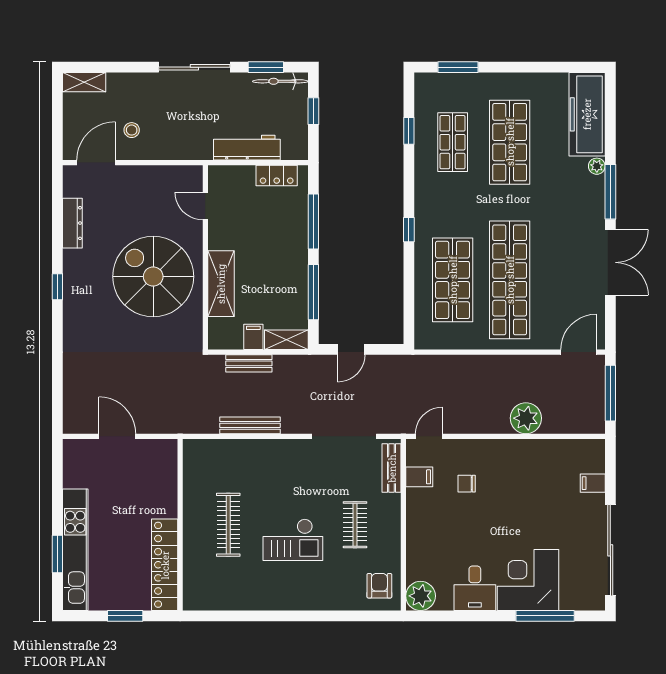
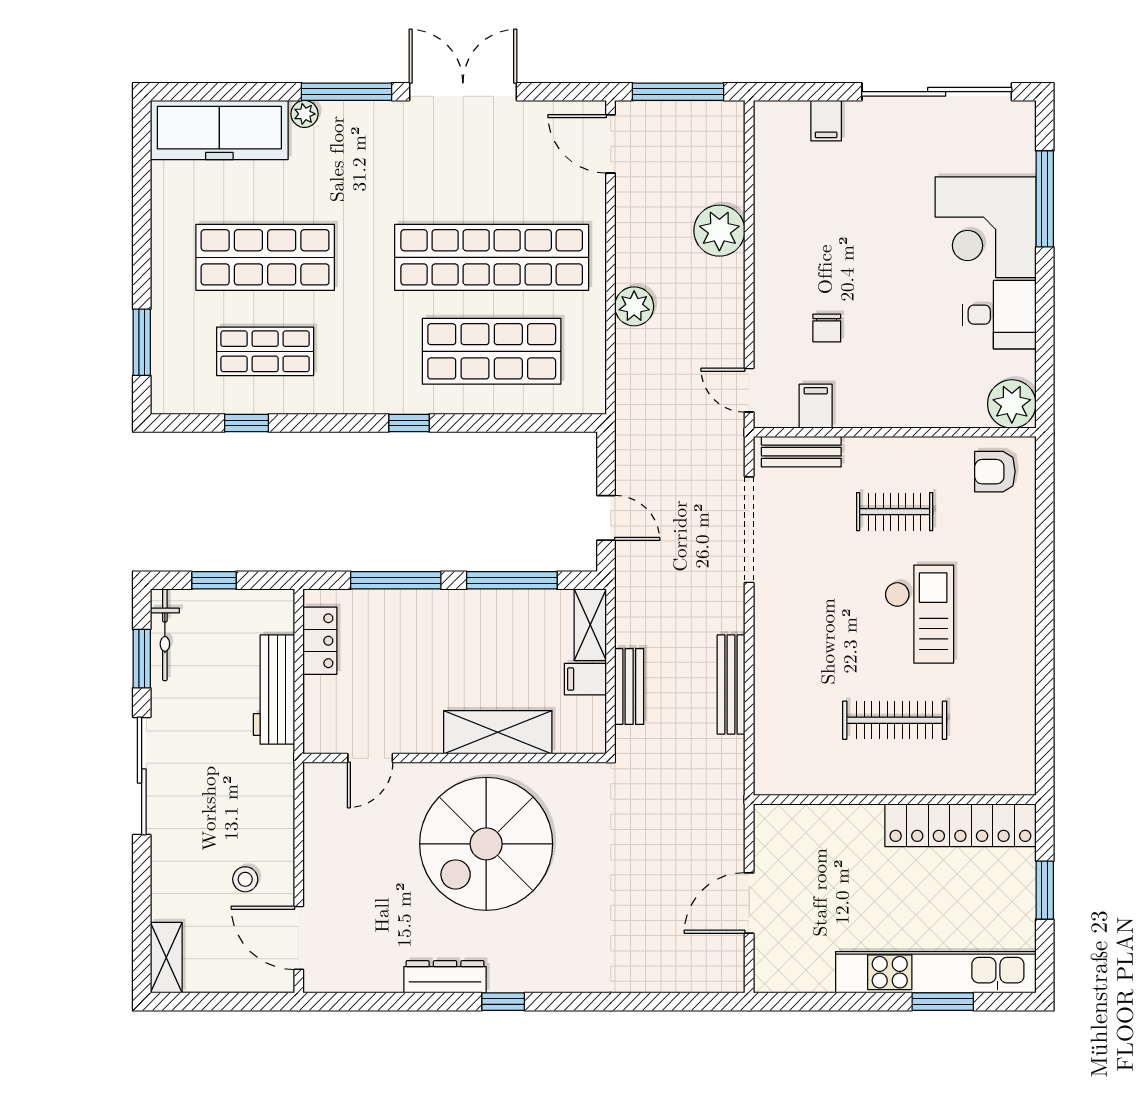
dresser: (72, 223) -> (445, 977), moved
plant: (480, 366) -> (634, 306), added

